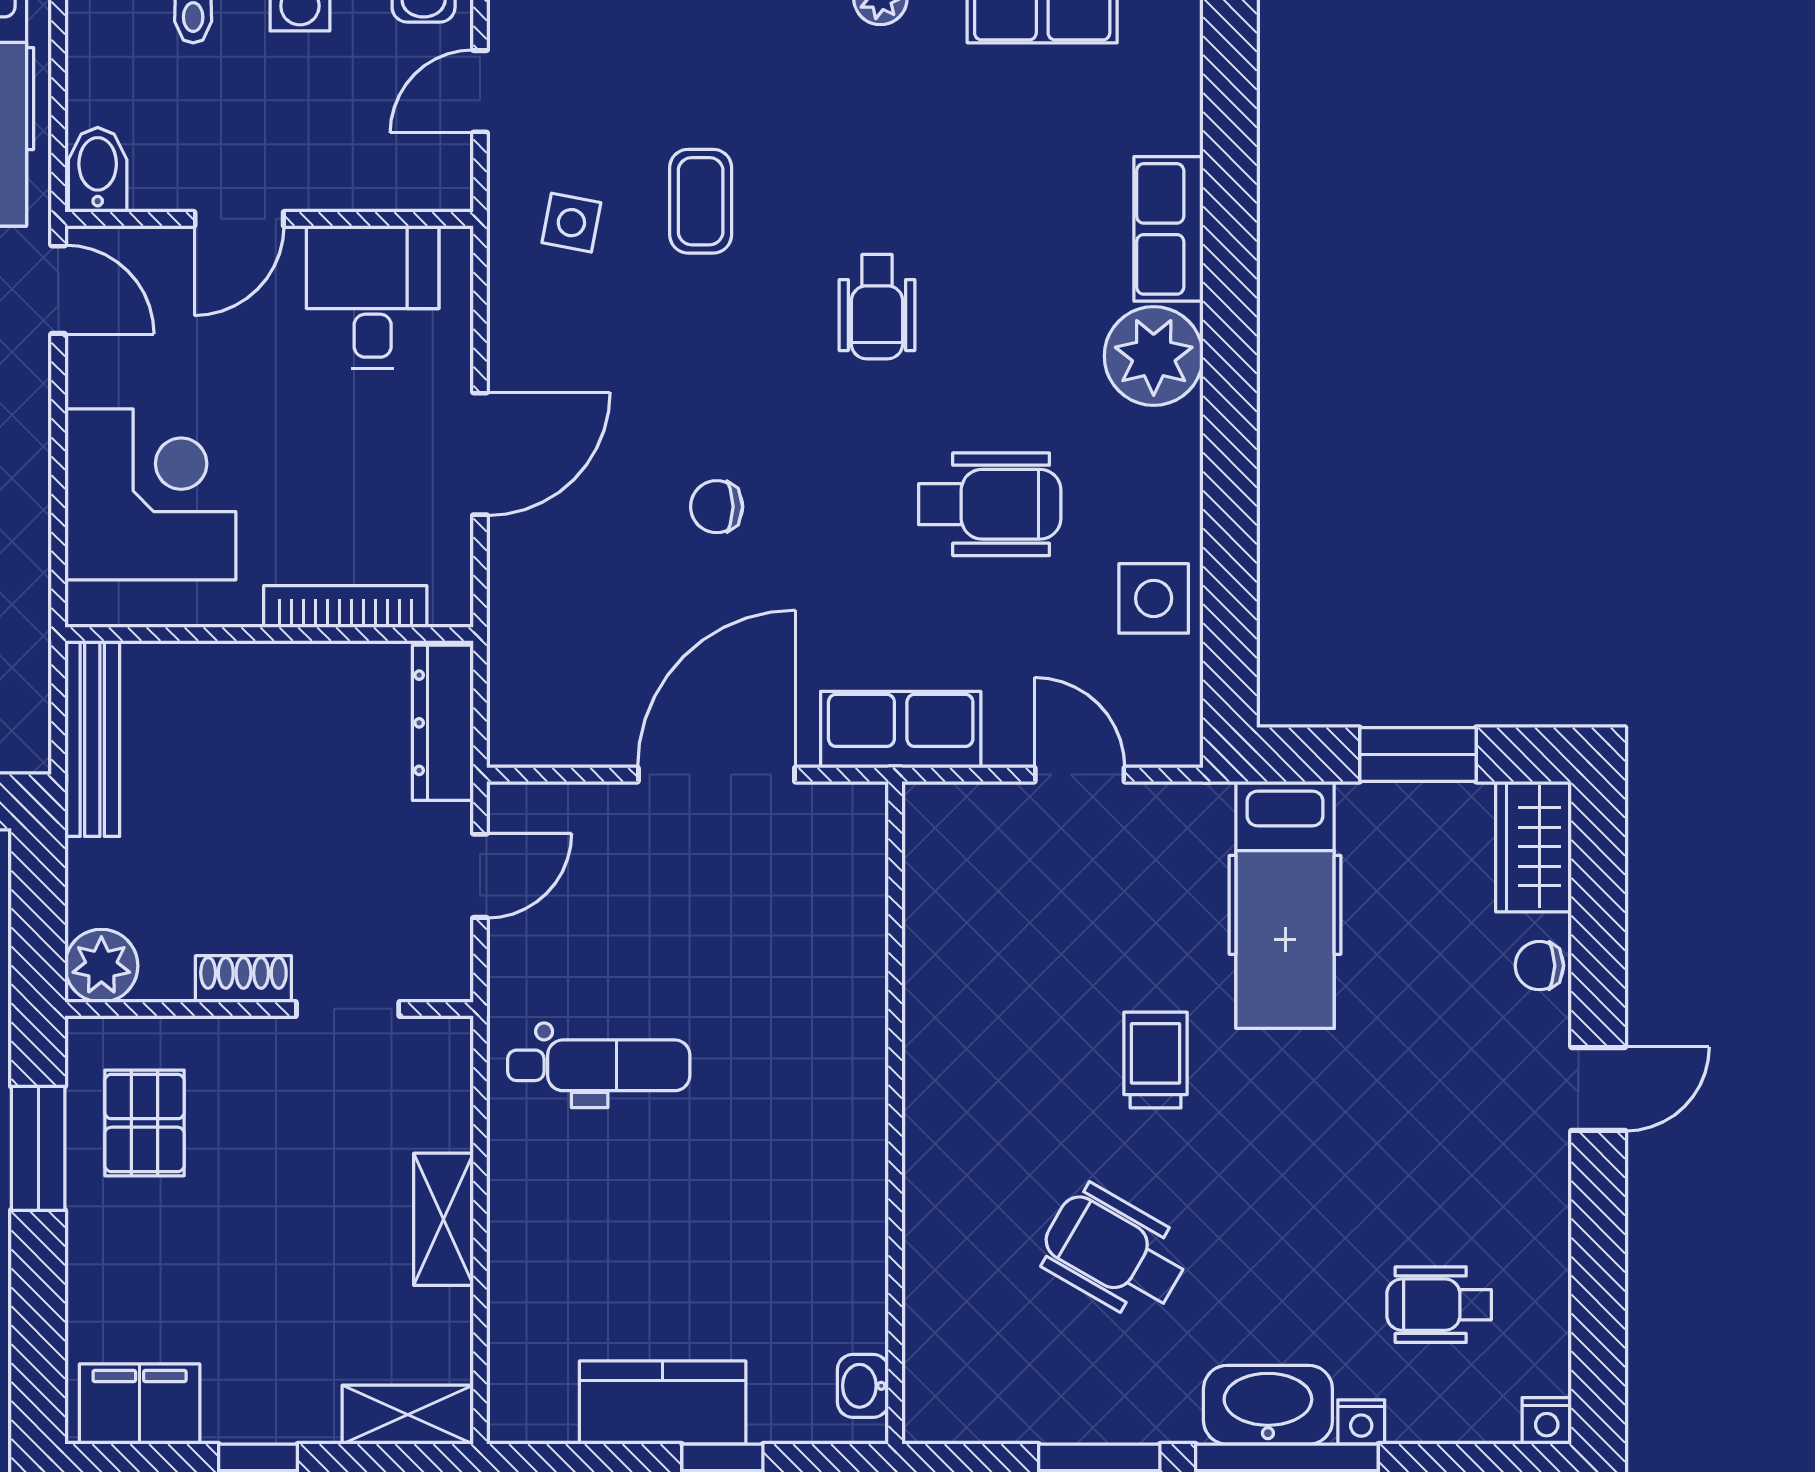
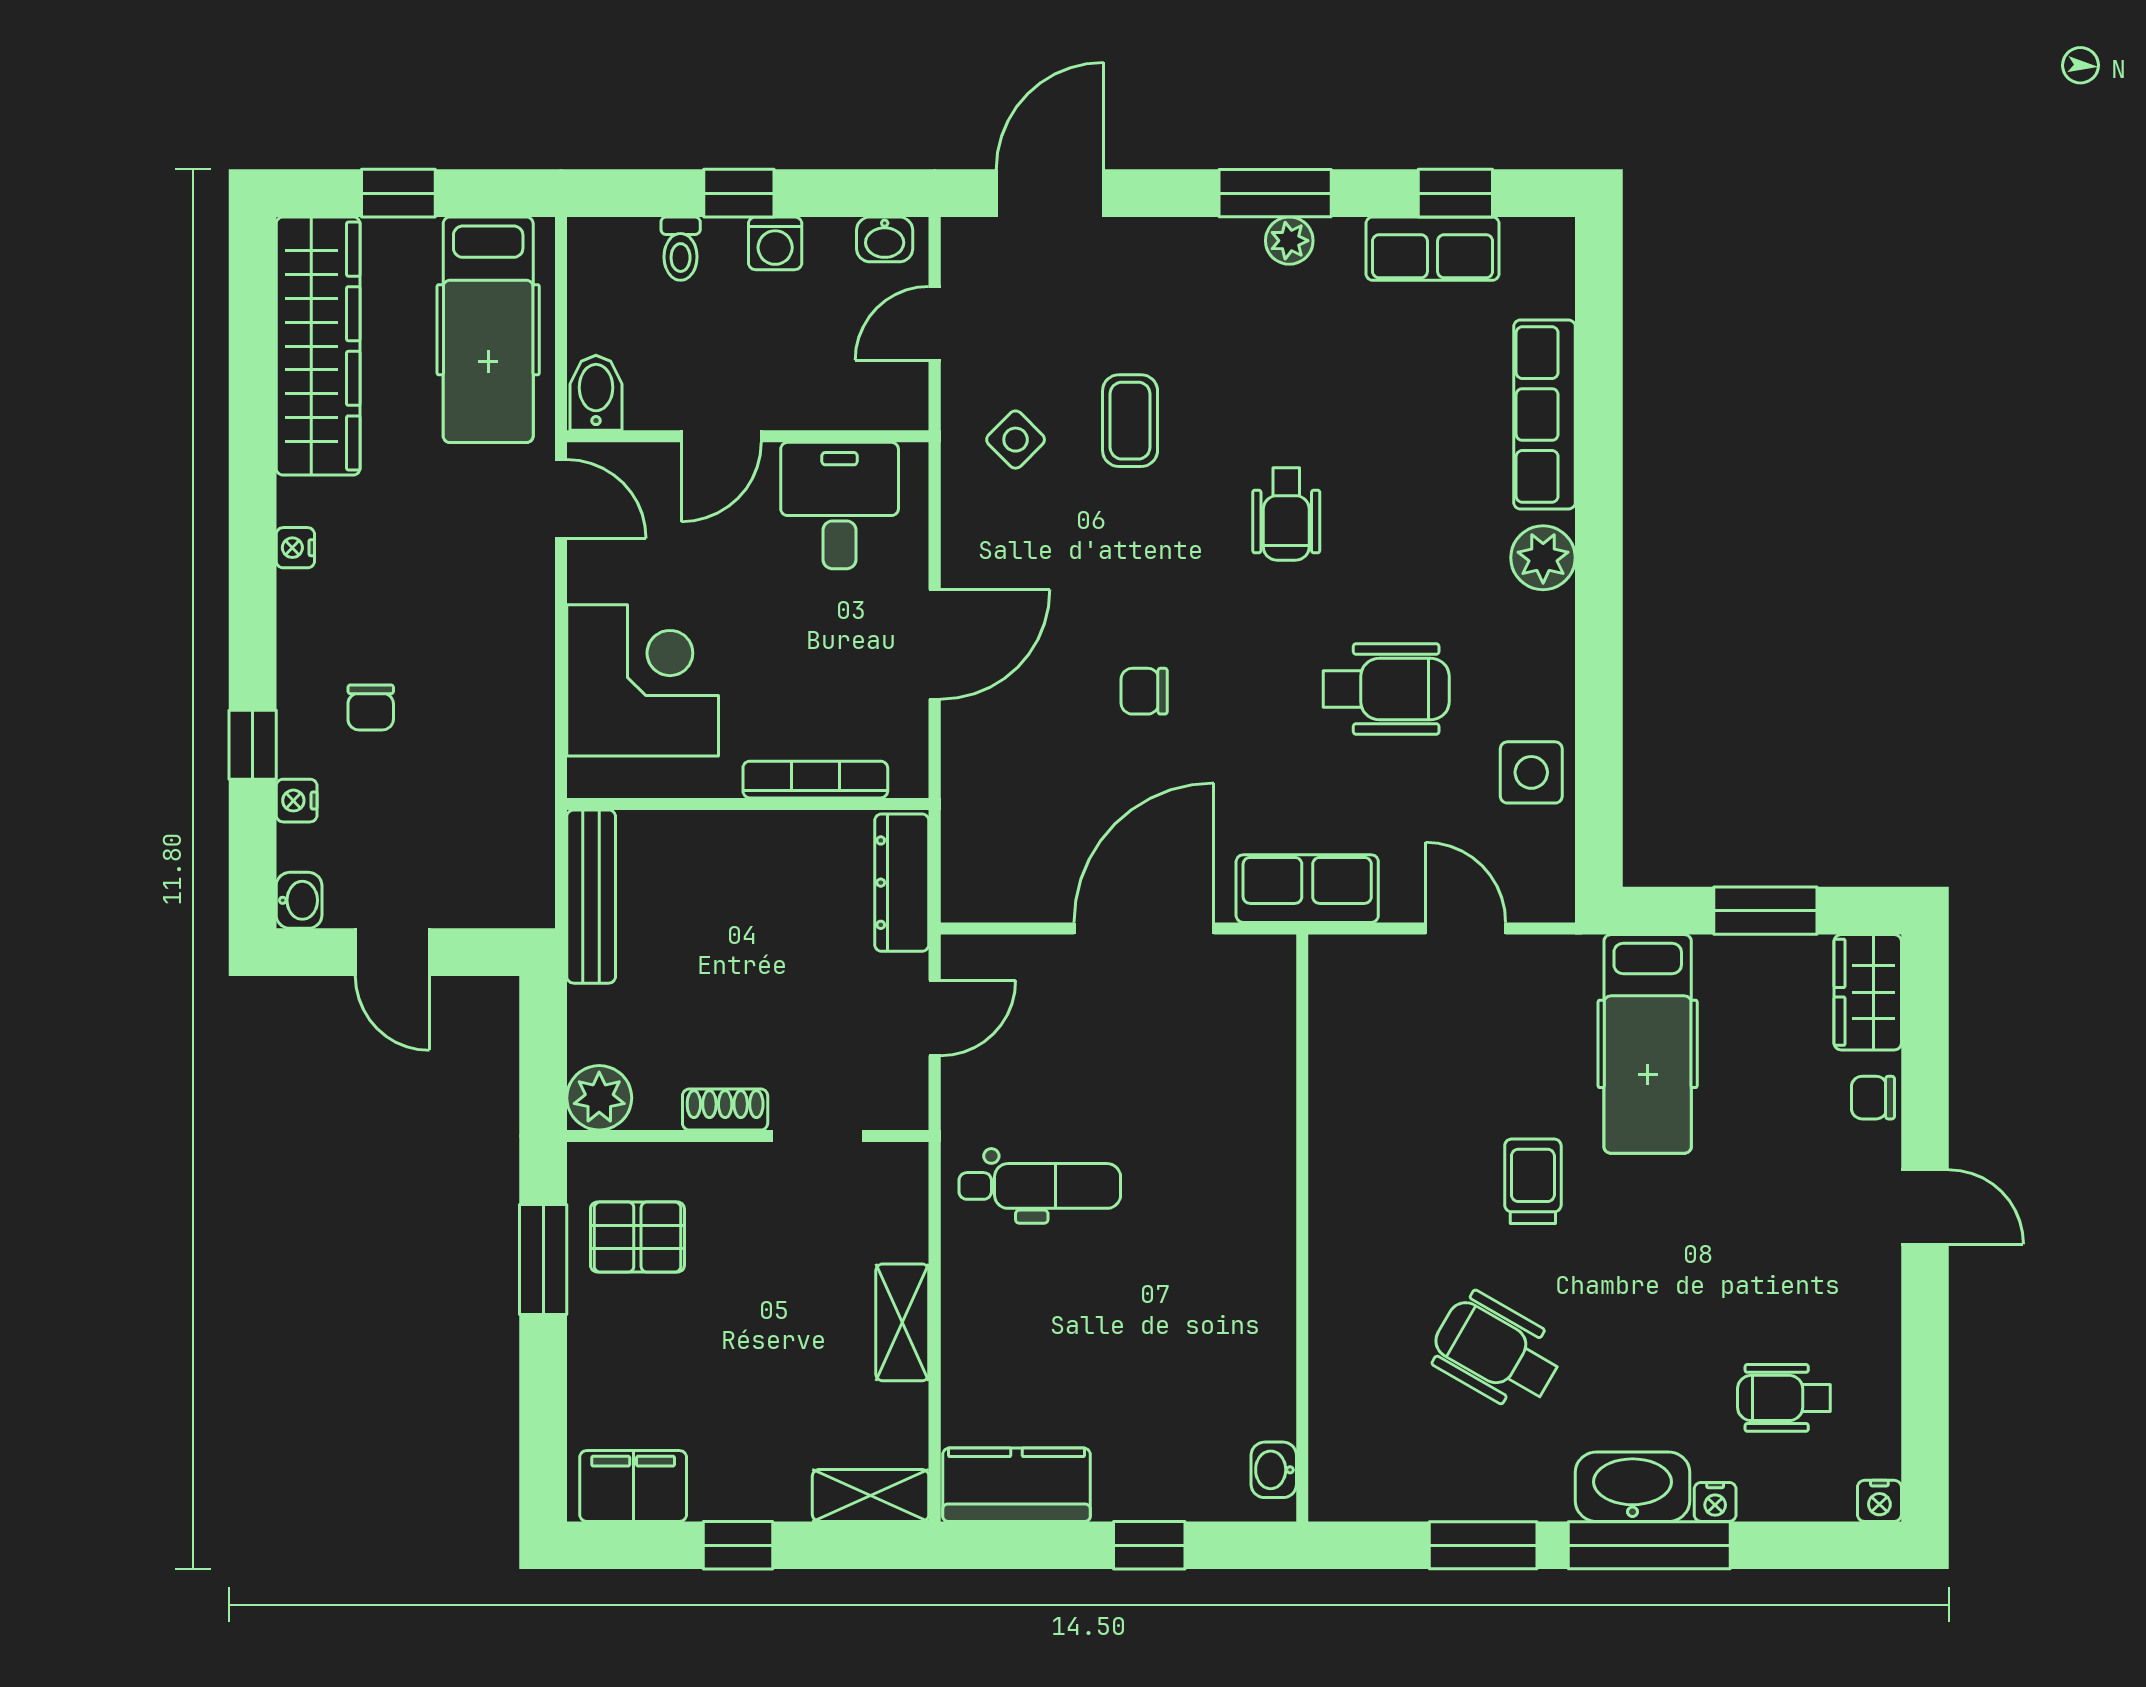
side table: (571, 223) -> (1016, 440), turned 34
row of seats: (1169, 229) -> (1544, 415), width x1.48
plant: (1154, 356) -> (1543, 558), width x0.73, depth x0.73
door: (1598, 1089) -> (1925, 1207), hinge flipped
pallet: (145, 1123) -> (637, 1237), turned 90
kitchen counter: (663, 1403) -> (1017, 1485), moved

